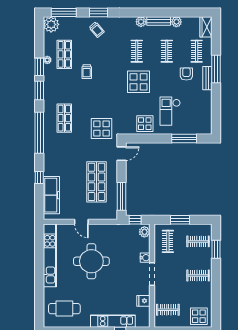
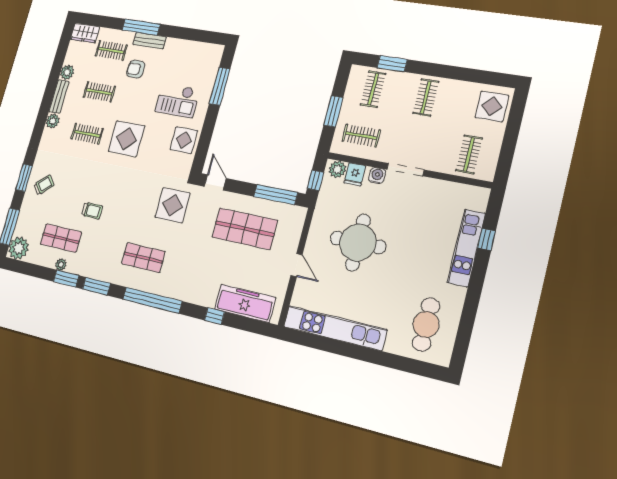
door: (81, 222) -> (297, 265), hinge flipped
round table: (91, 261) -> (358, 242), moved
fridge: (143, 301) -> (355, 174), moved

